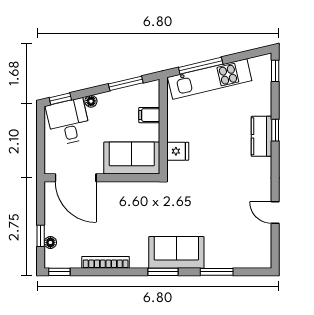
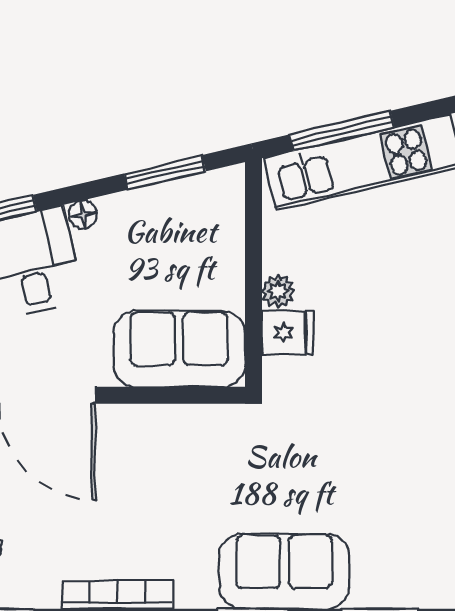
filing cabinet: (149, 115) -> (221, 247), removed
plant: (174, 134) -> (278, 291), added

